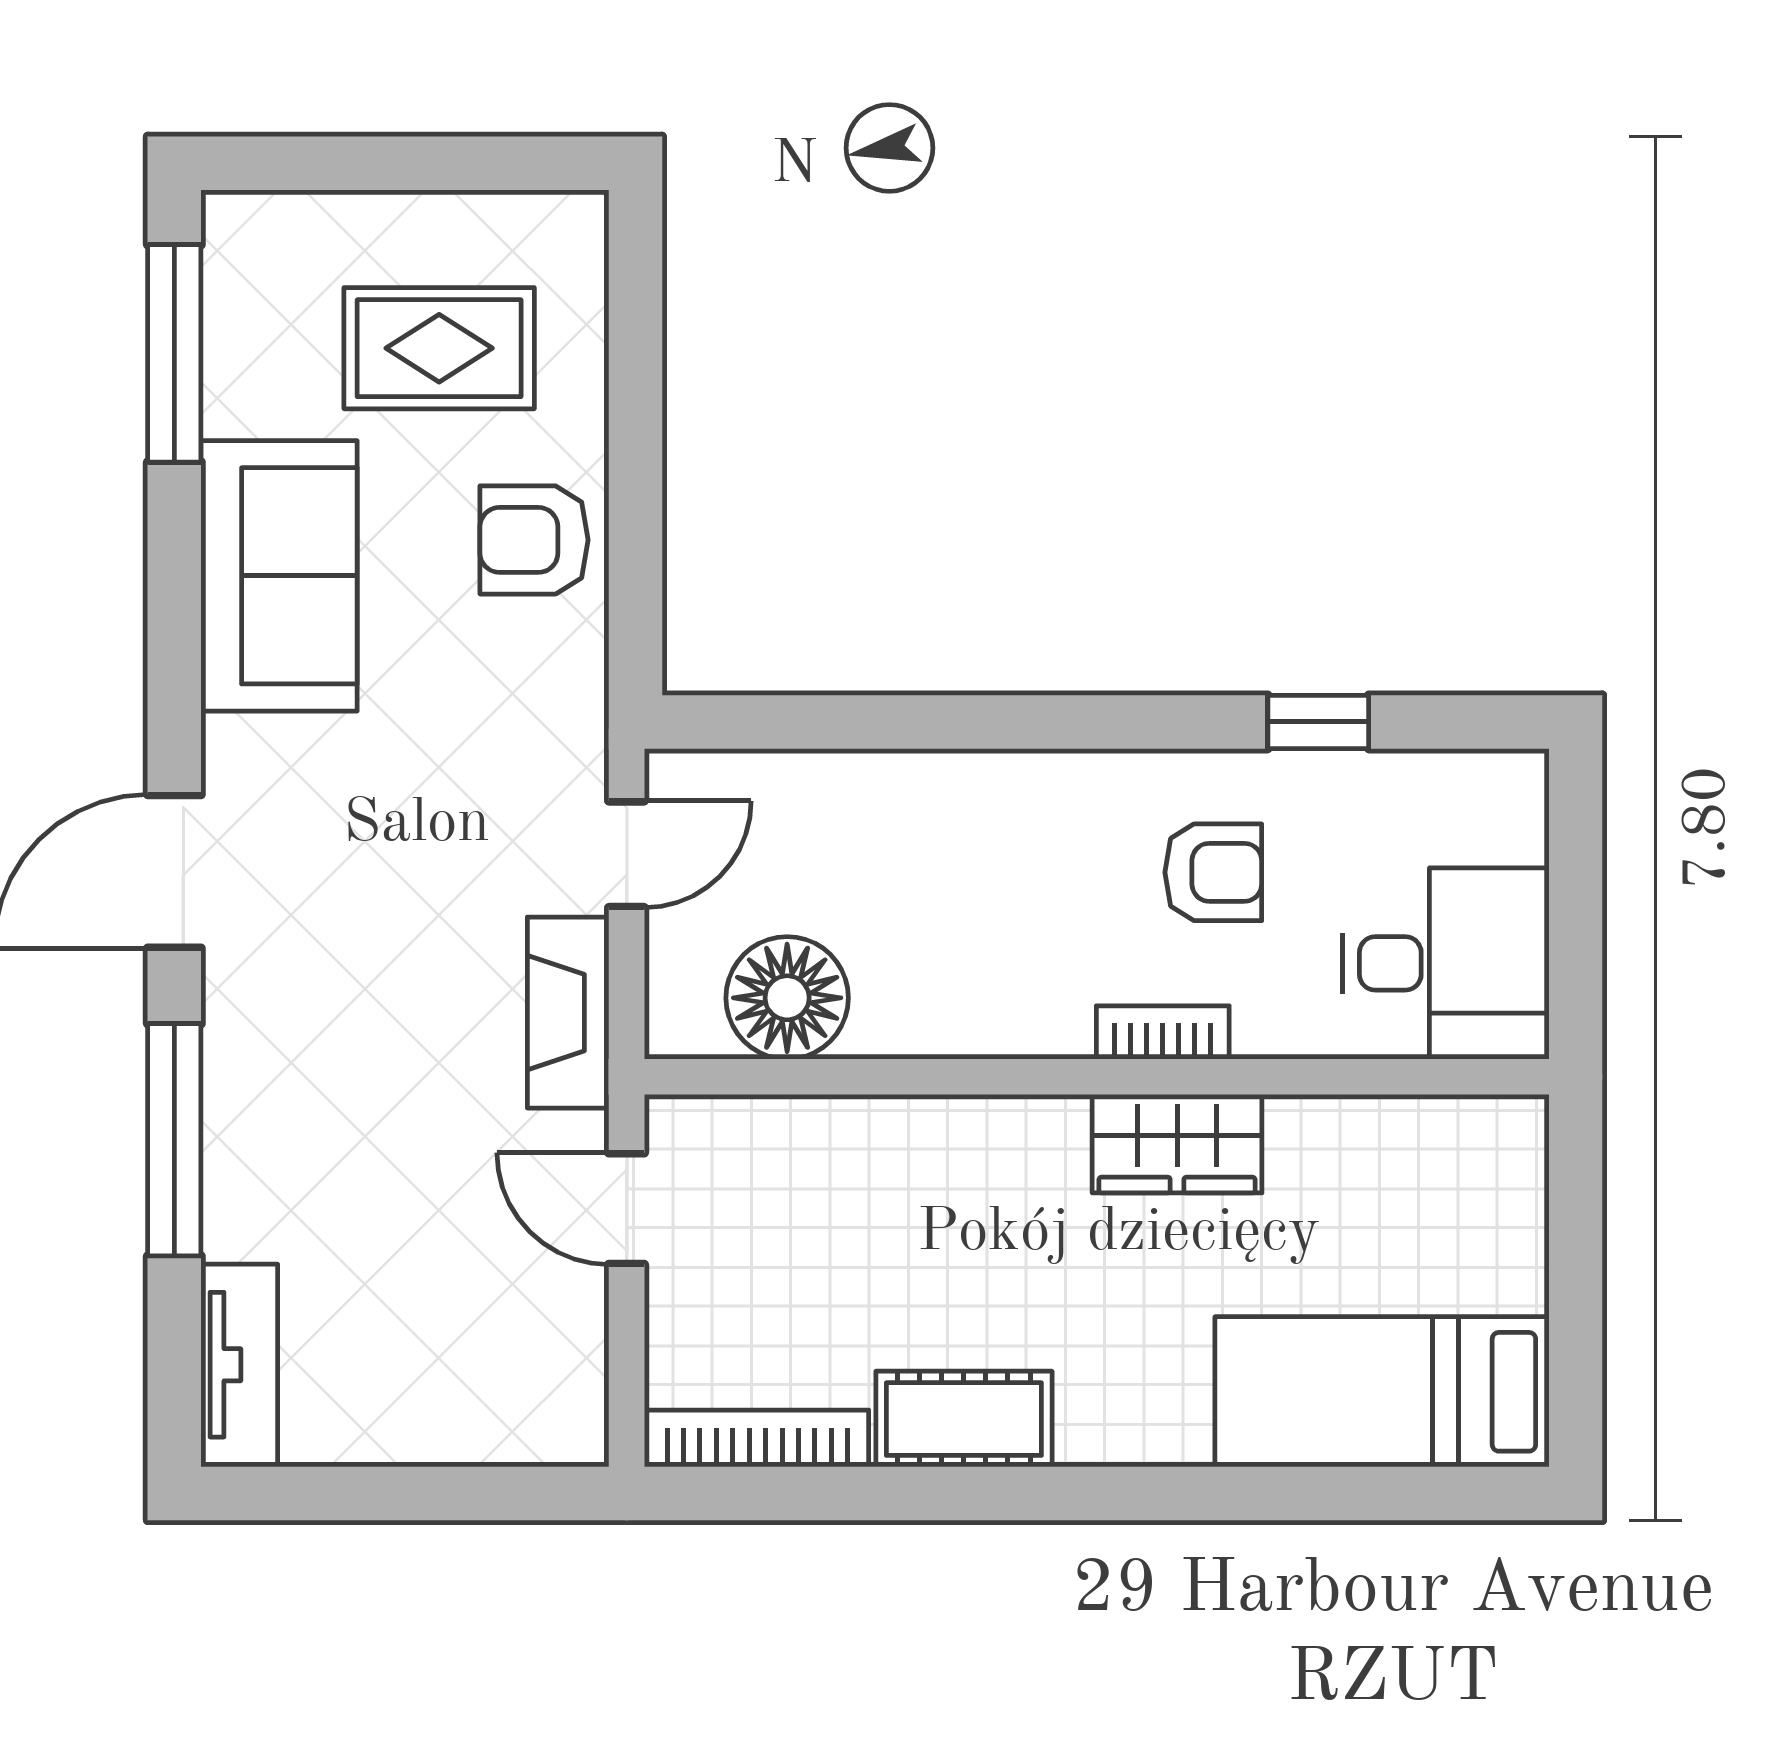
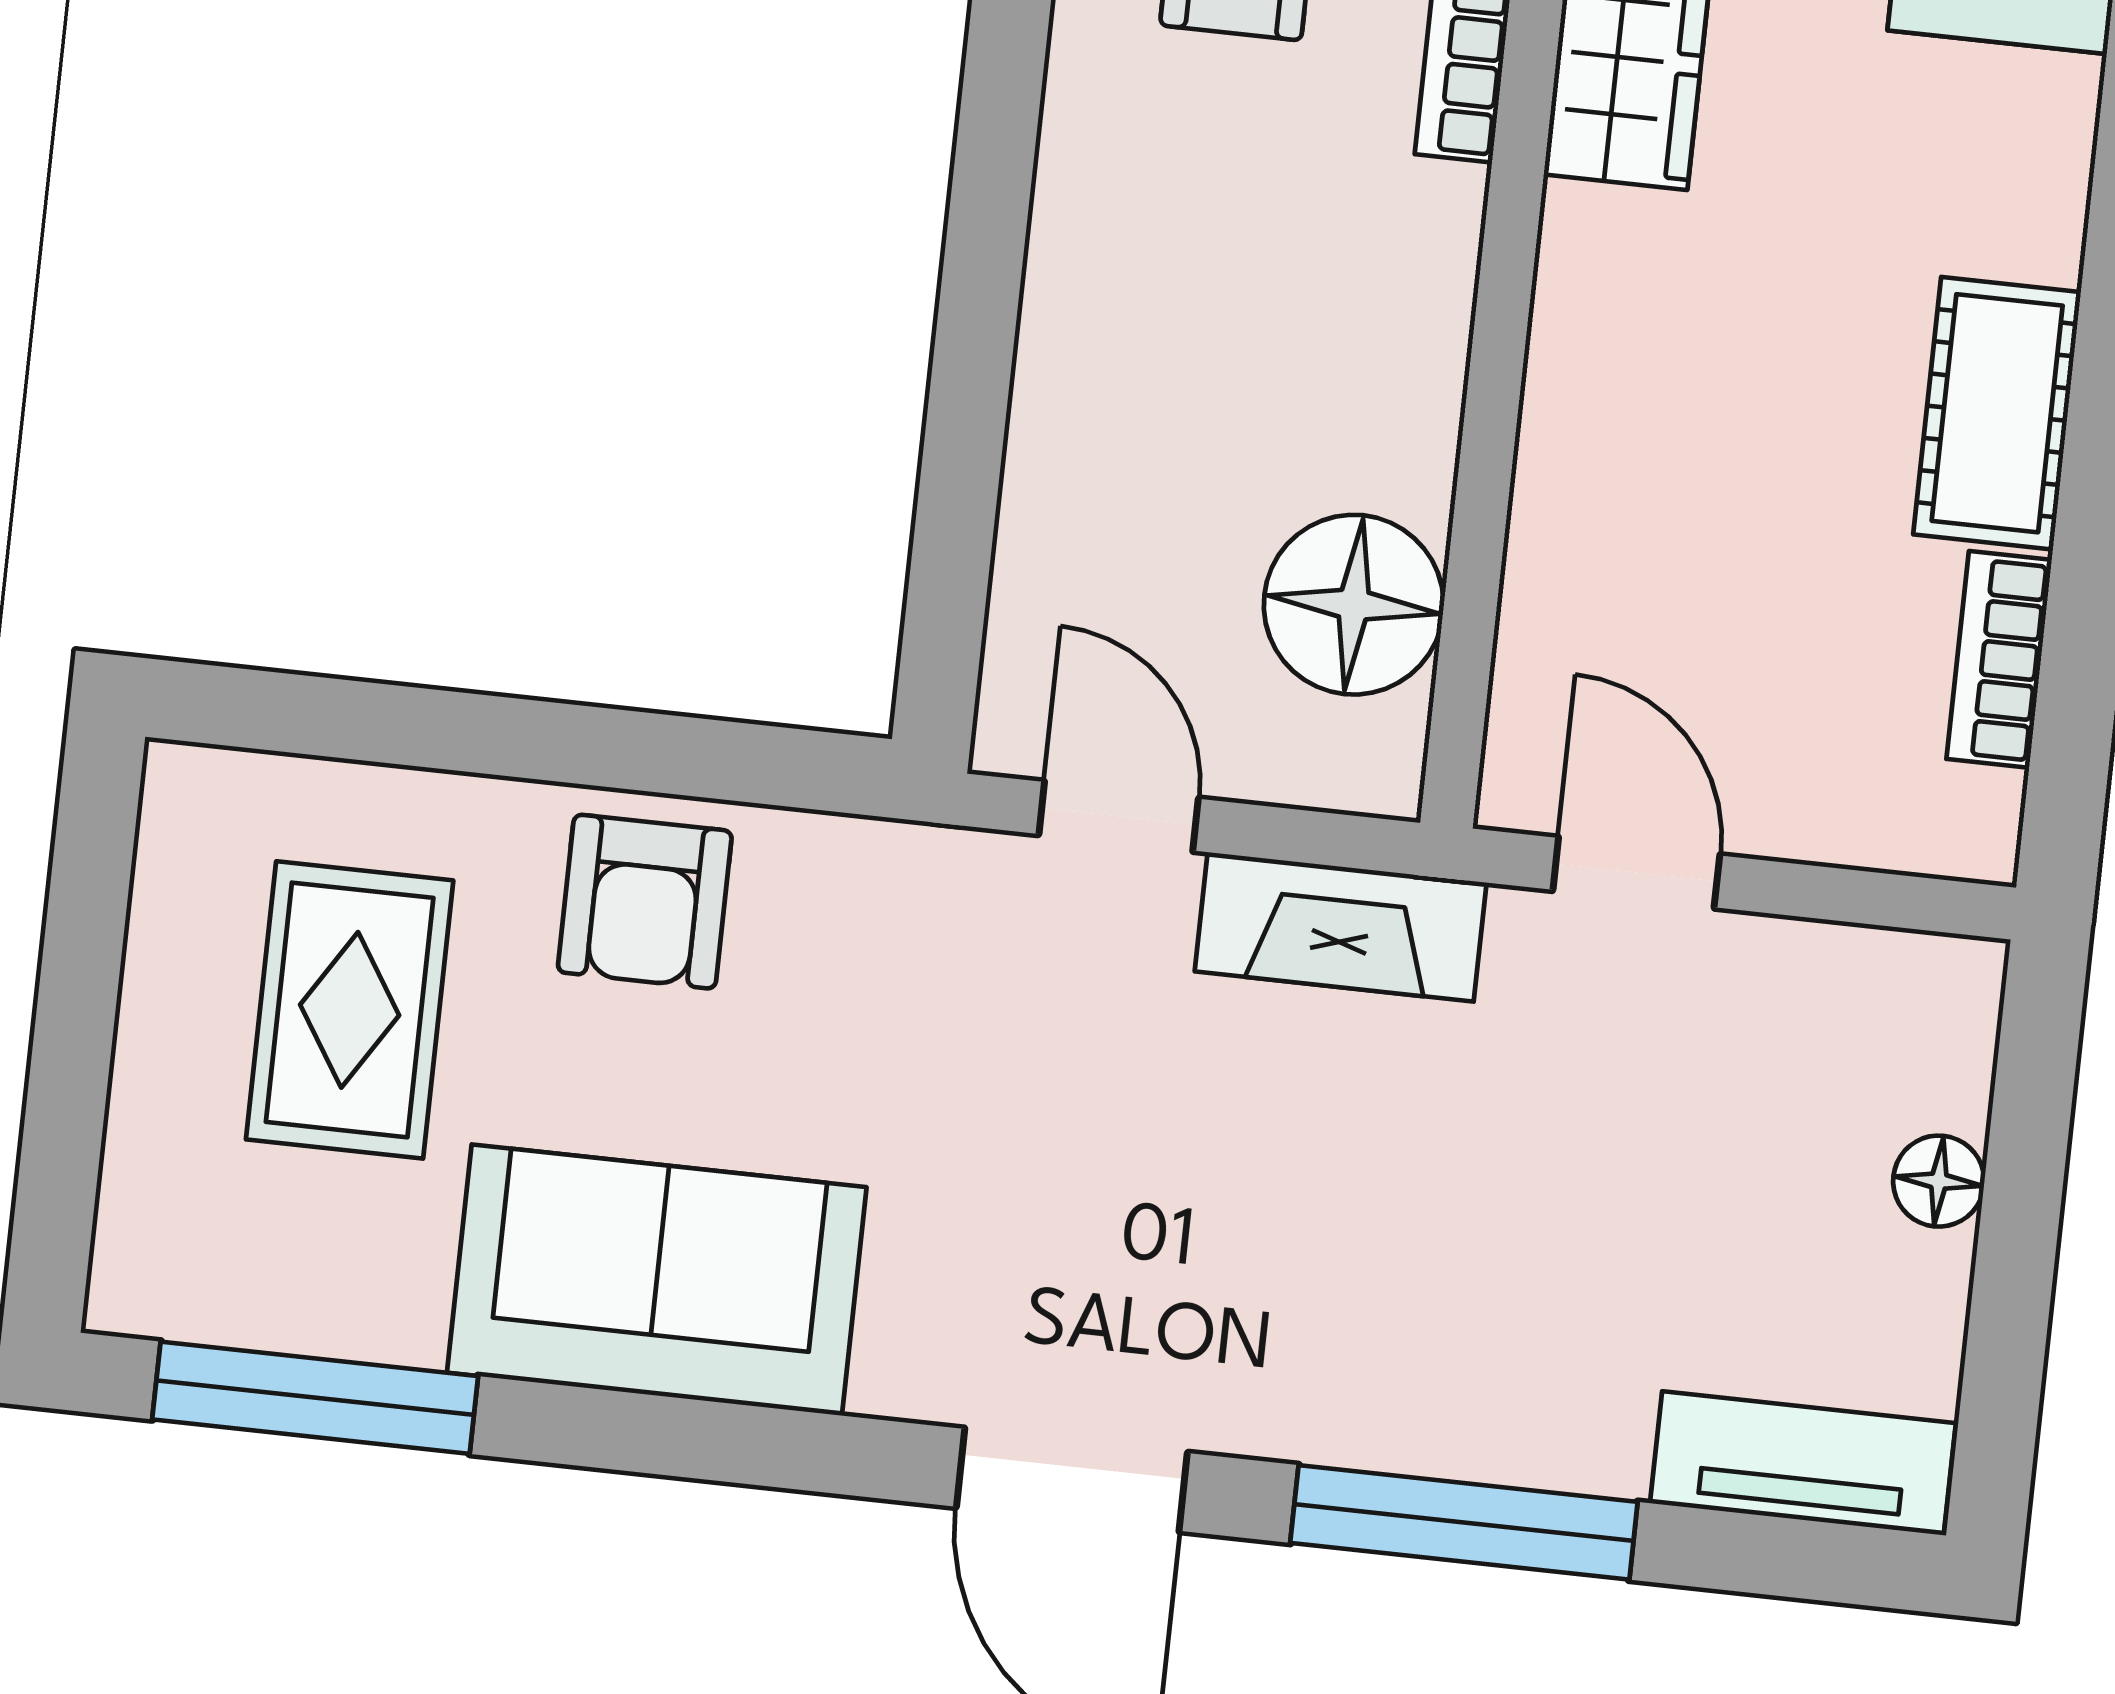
door: (627, 1209) -> (1636, 873), swing flipped
floor lamp: (440, 1436) -> (1939, 1181), added
bookcase: (757, 1439) -> (1999, 659), width x0.64

